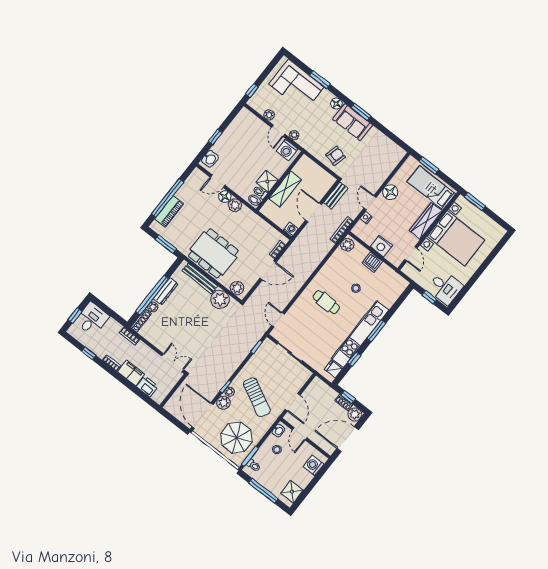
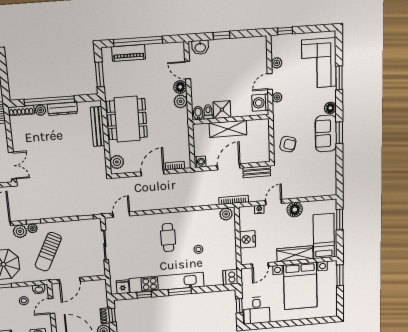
dishwasher: (372, 262) -> (230, 277), moved
door: (268, 270) -> (153, 173), swing flipped
plant: (220, 299) -> (96, 157), removed

